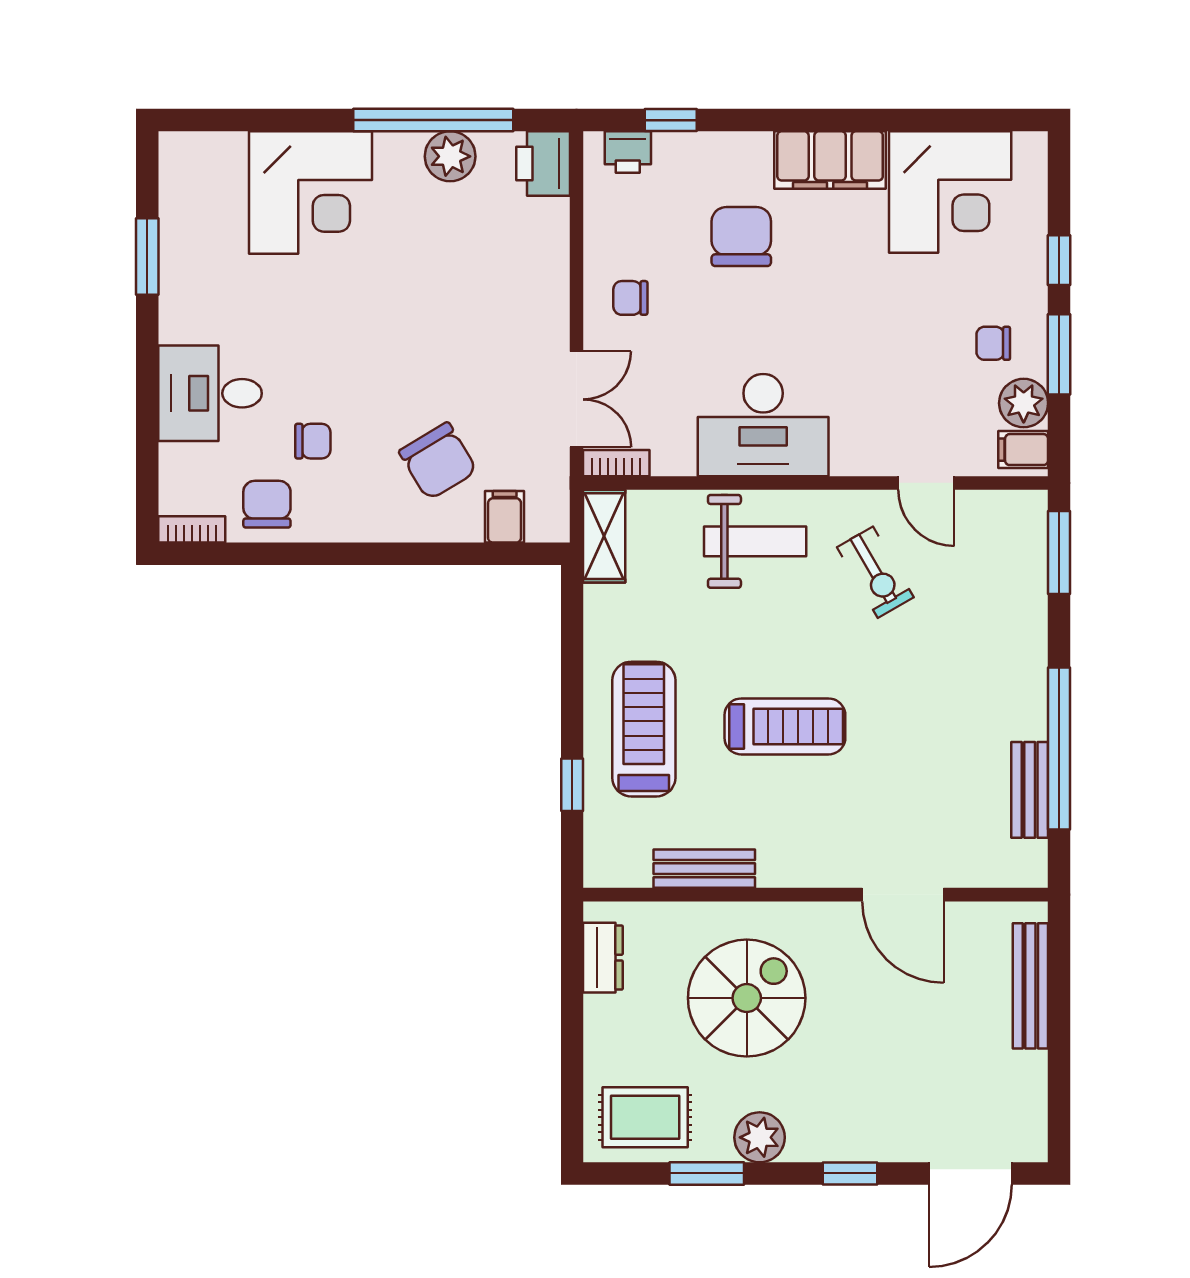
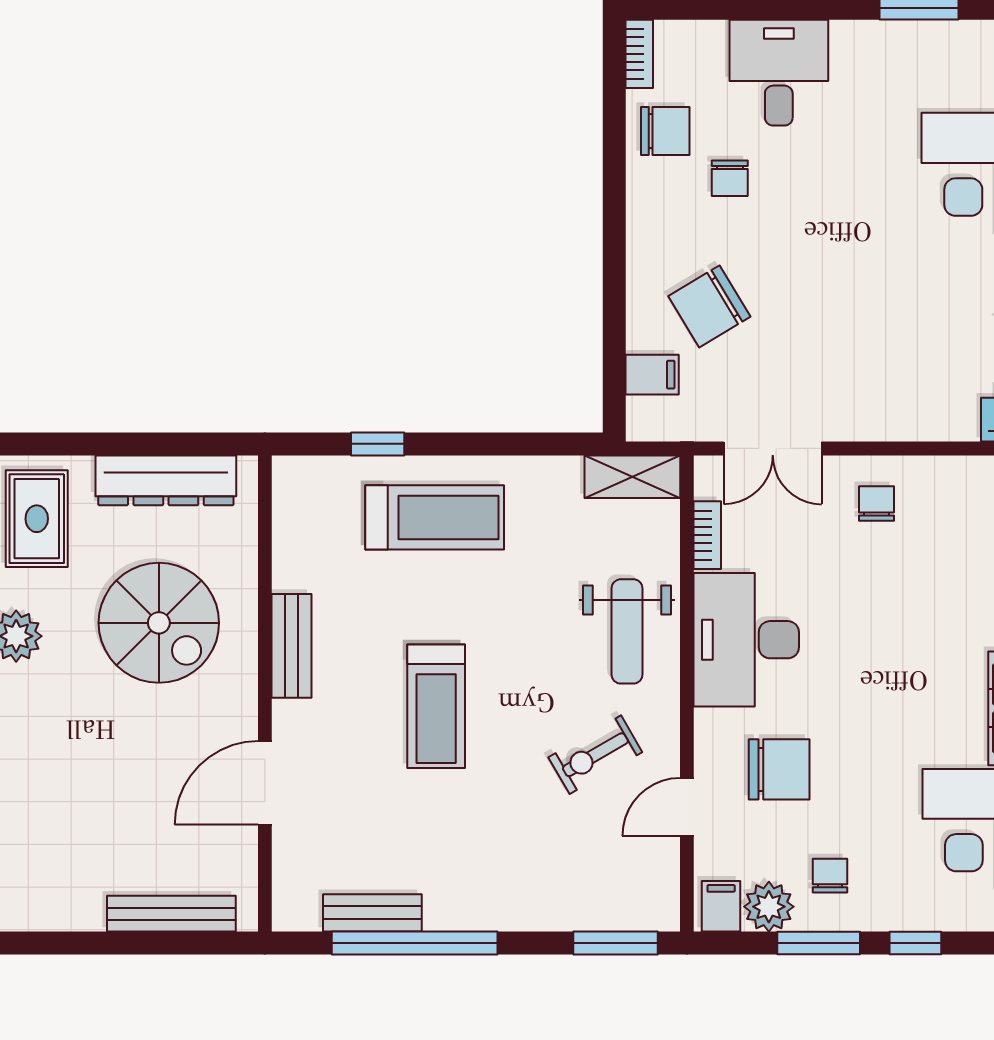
chair: (741, 237) -> (779, 769), moved
bookcase: (616, 463) -> (707, 535), moved
treadmill: (785, 726) -> (436, 706), moved
bench: (704, 869) -> (292, 646), moved
dresser: (603, 958) -> (166, 480), width x1.96, depth x1.24

